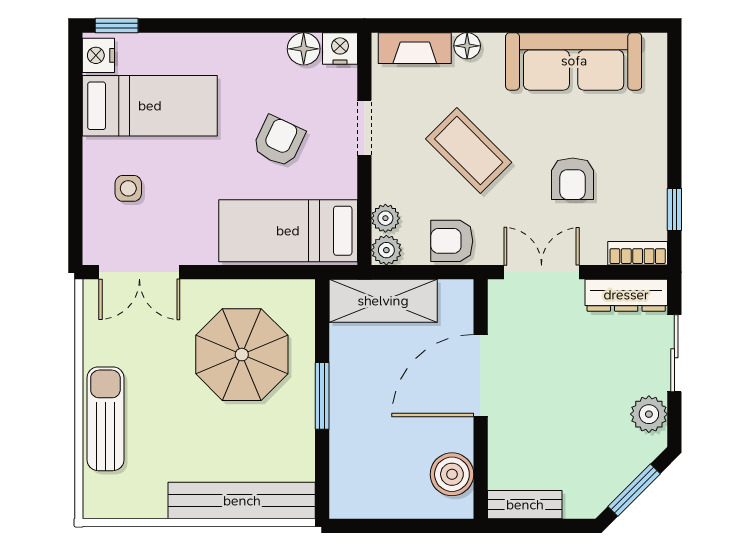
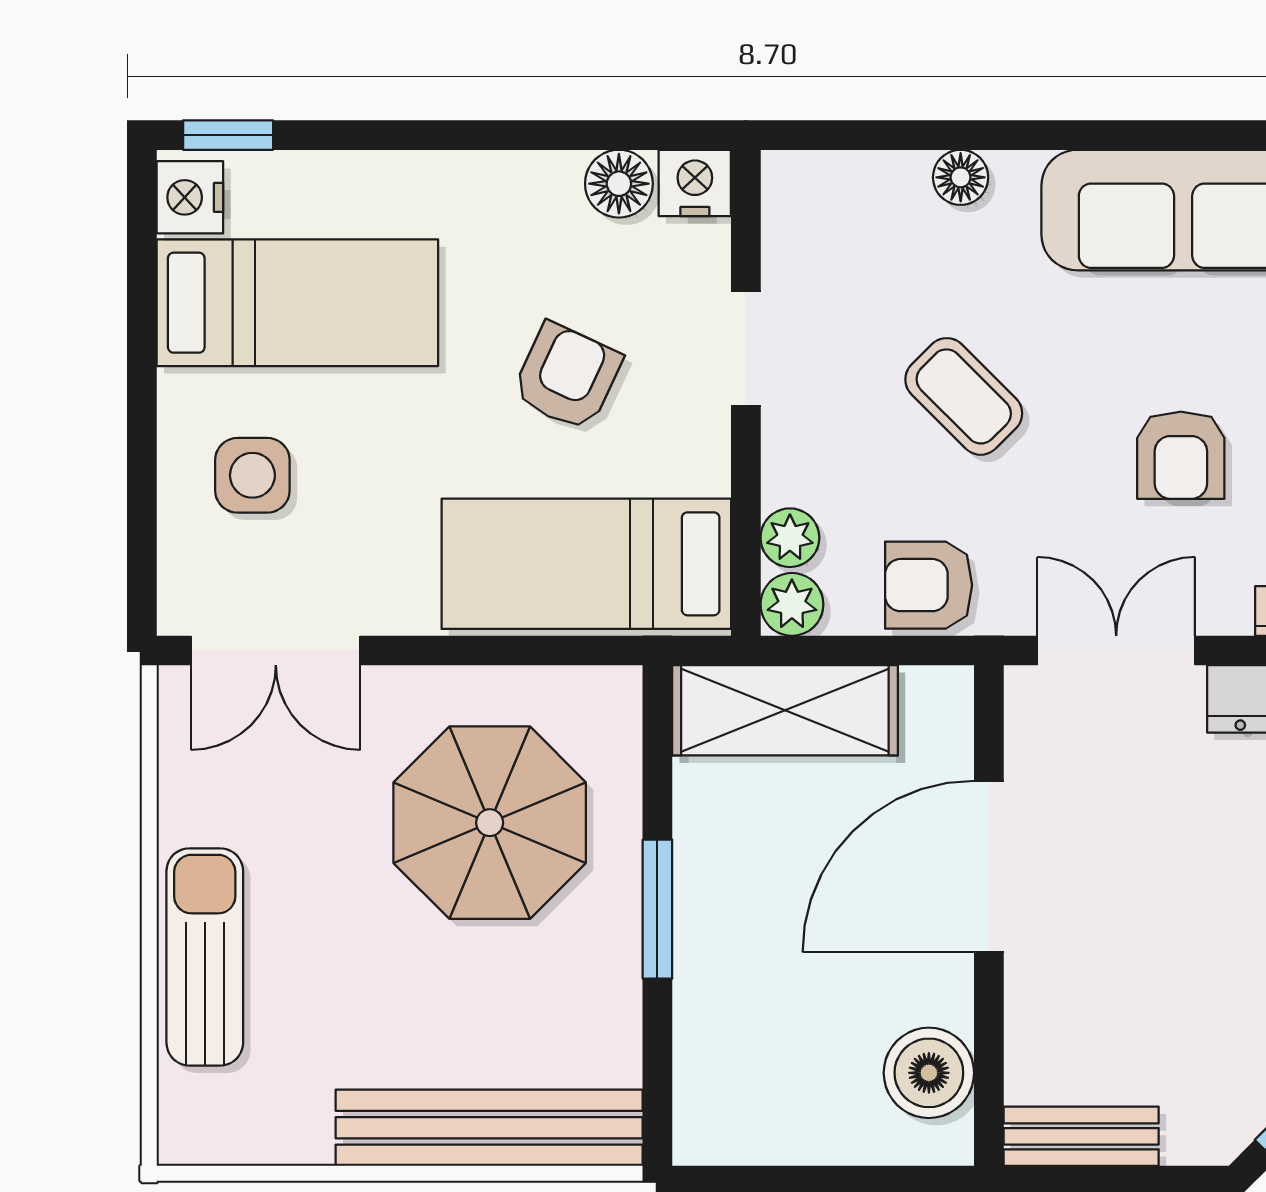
fireplace: (415, 48) -> (851, 182), removed
coffee table: (469, 151) -> (964, 396), width x0.73, depth x0.77
side table: (128, 188) -> (252, 475), width x1.37, depth x1.37

